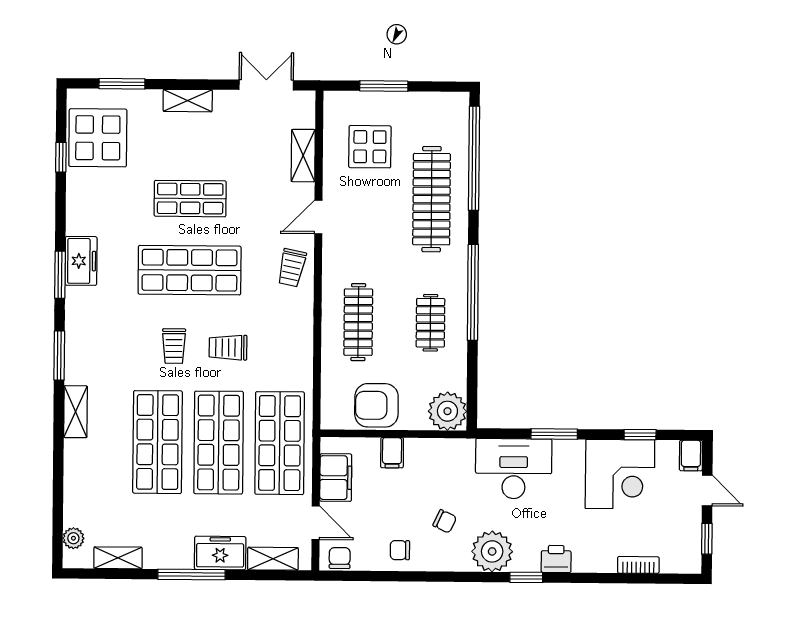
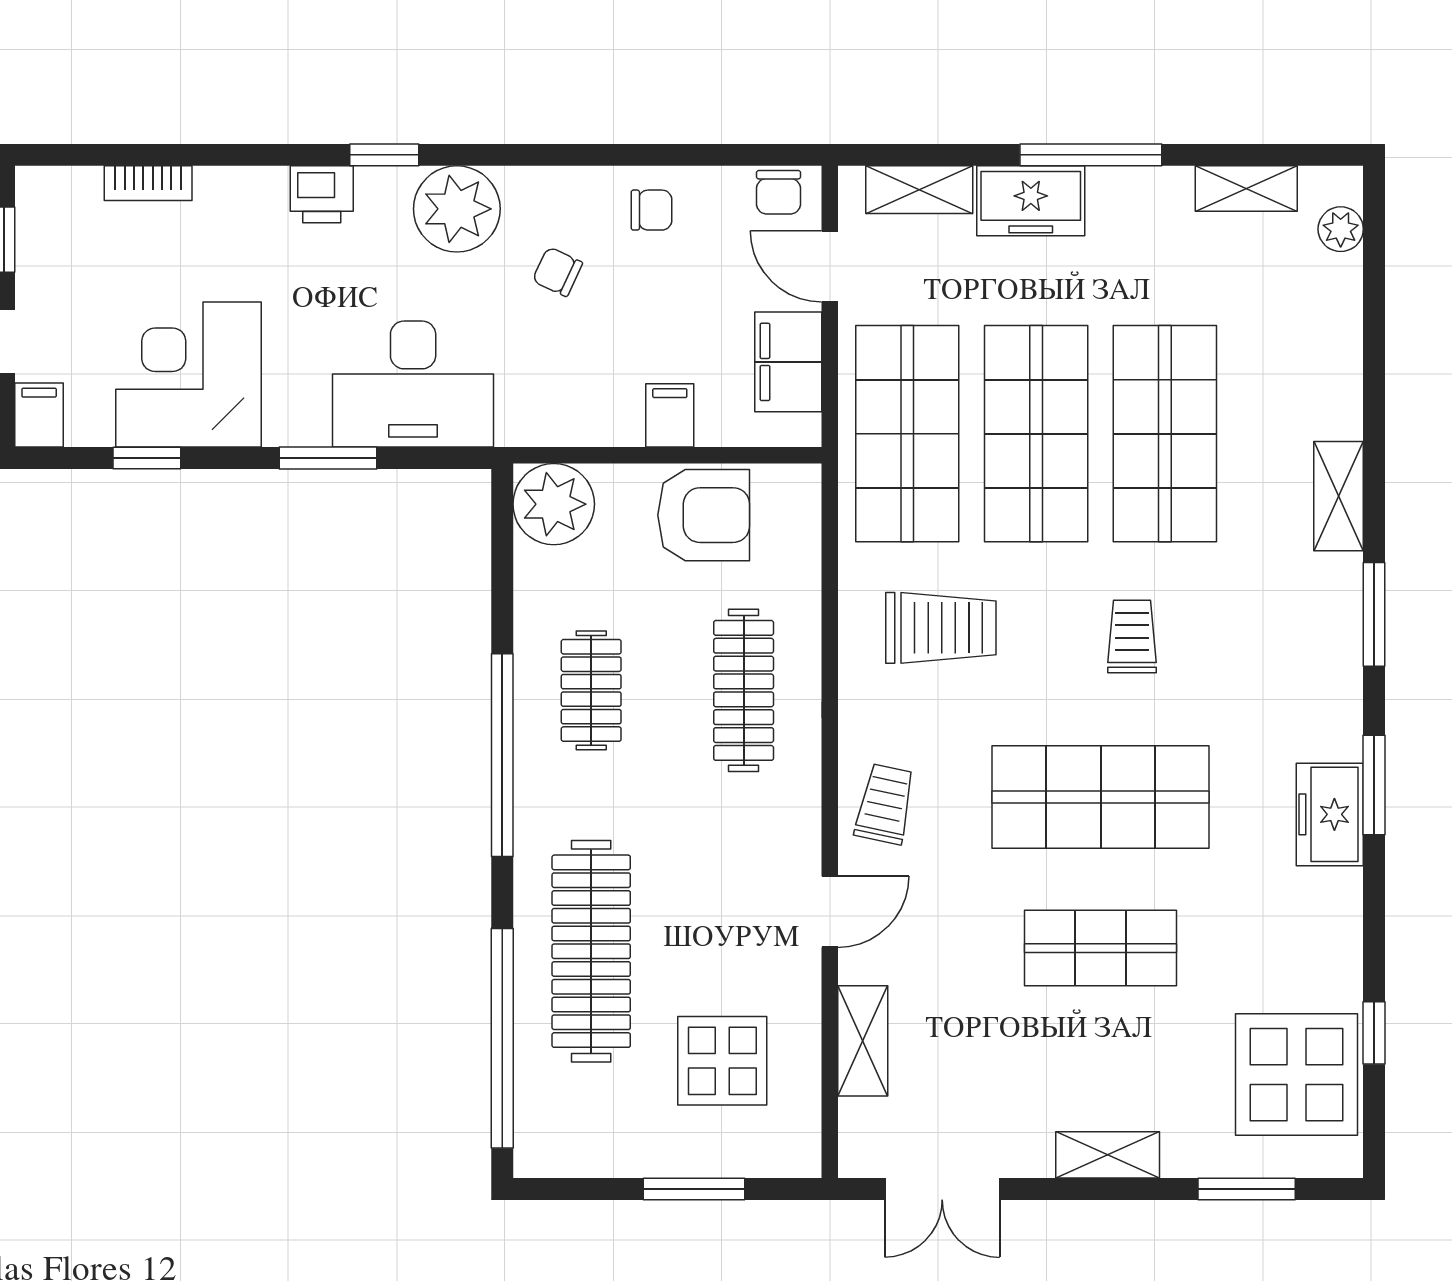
trolley: (228, 348) -> (941, 628), moved, width x1.36, depth x1.39

